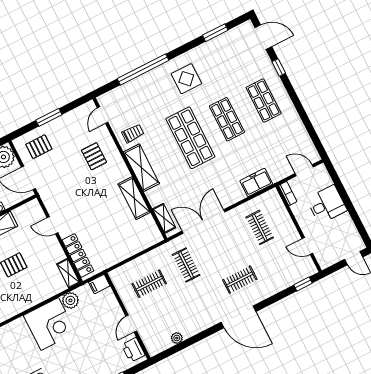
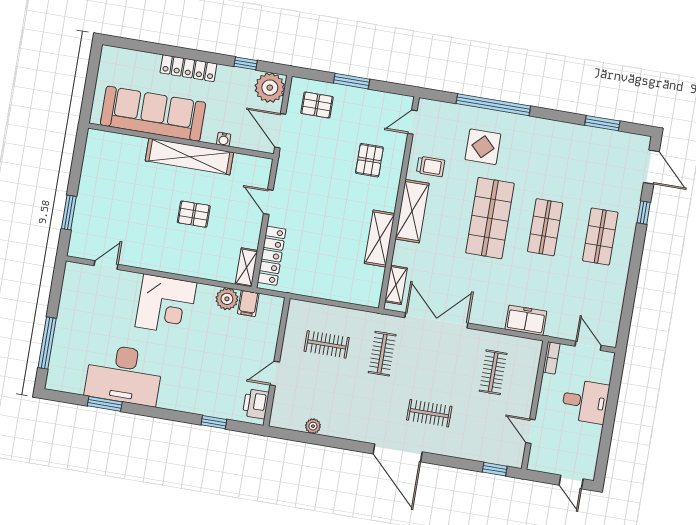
display table: (186, 79) -> (483, 147), moved
filing cabinet: (99, 284) -> (248, 303), moved, turned -90
corner desk: (50, 324) -> (166, 305), moved

